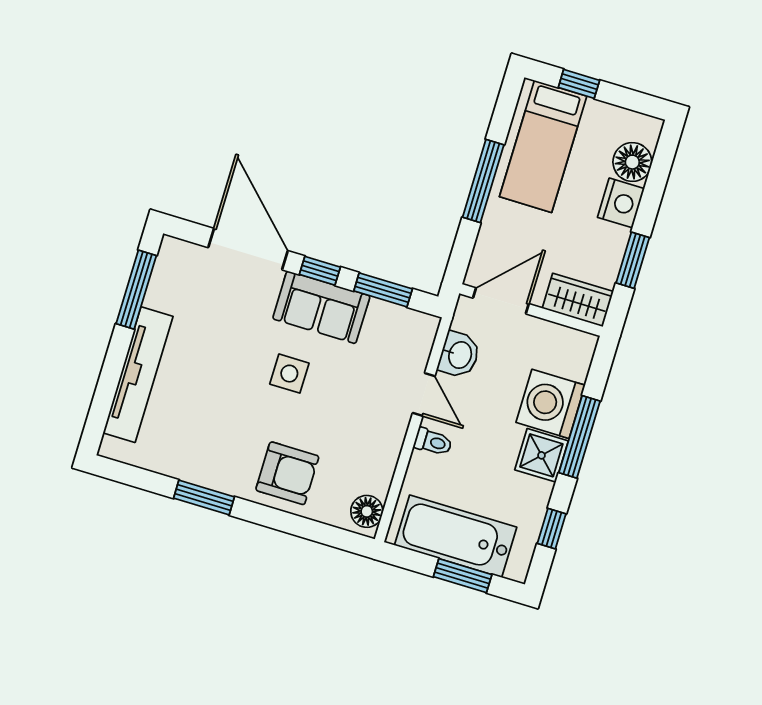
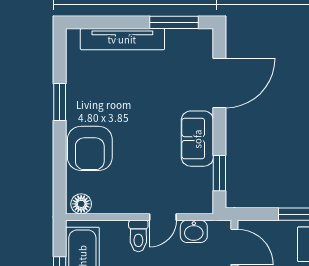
window: (320, 271) -> (219, 131), removed
side table: (289, 374) -> (151, 131), removed
toilet: (433, 442) -> (138, 236), width x1.37, depth x1.39
armchair: (287, 473) -> (90, 148), width x1.36, depth x1.36

